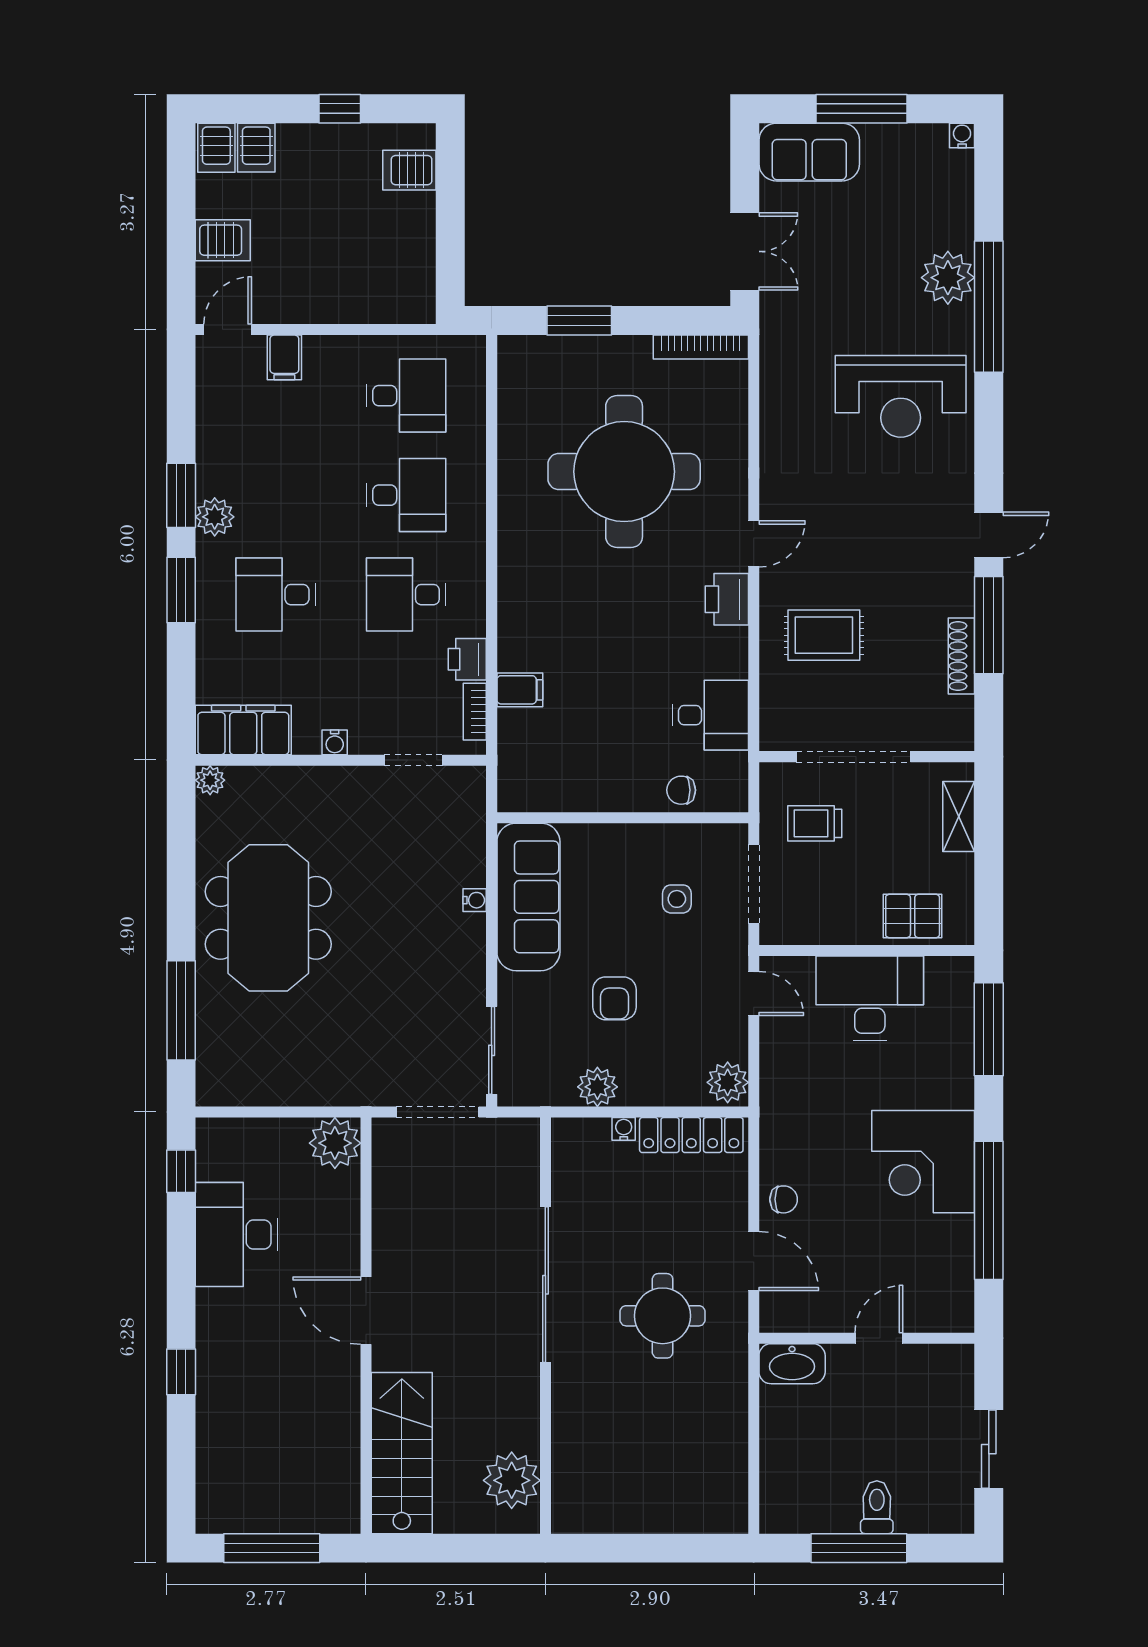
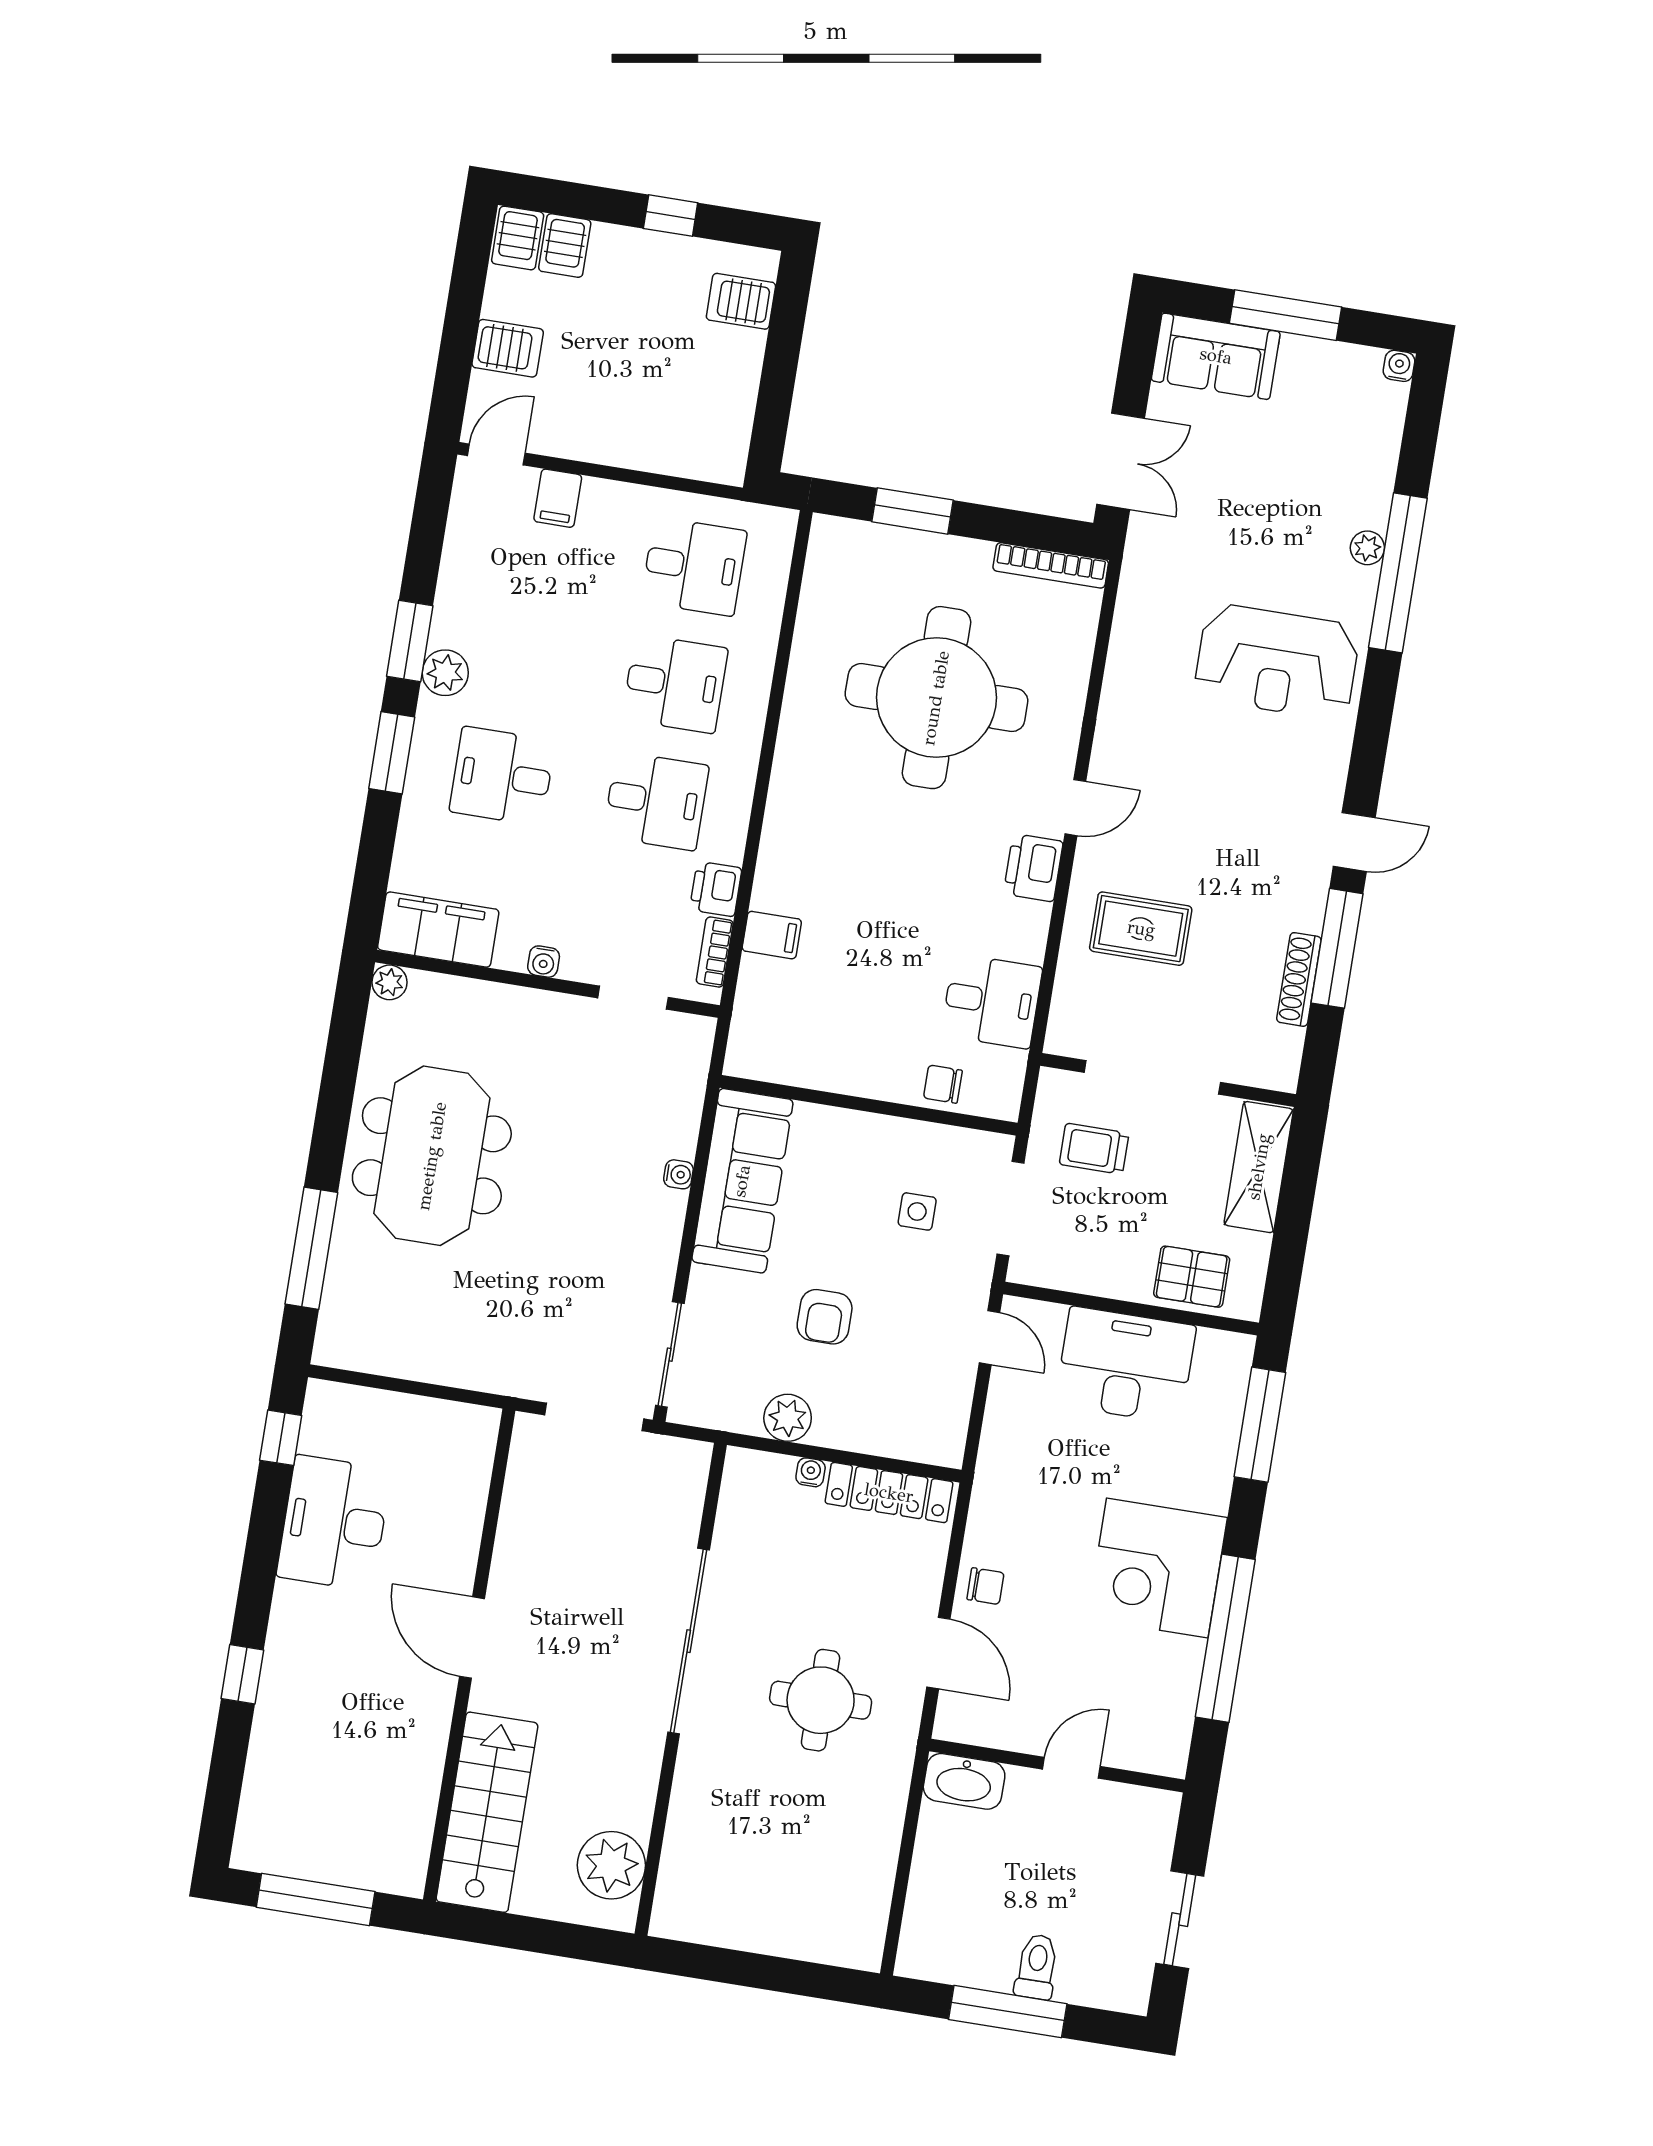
plant: (948, 278) -> (1367, 548), width x0.53, depth x0.53
desk: (406, 595) -> (656, 801), turned 180
shelving: (959, 816) -> (1259, 1167), width x1.50, depth x1.33
plant: (728, 1082) -> (942, 1437), removed
plant: (335, 1143) -> (467, 1434), removed

